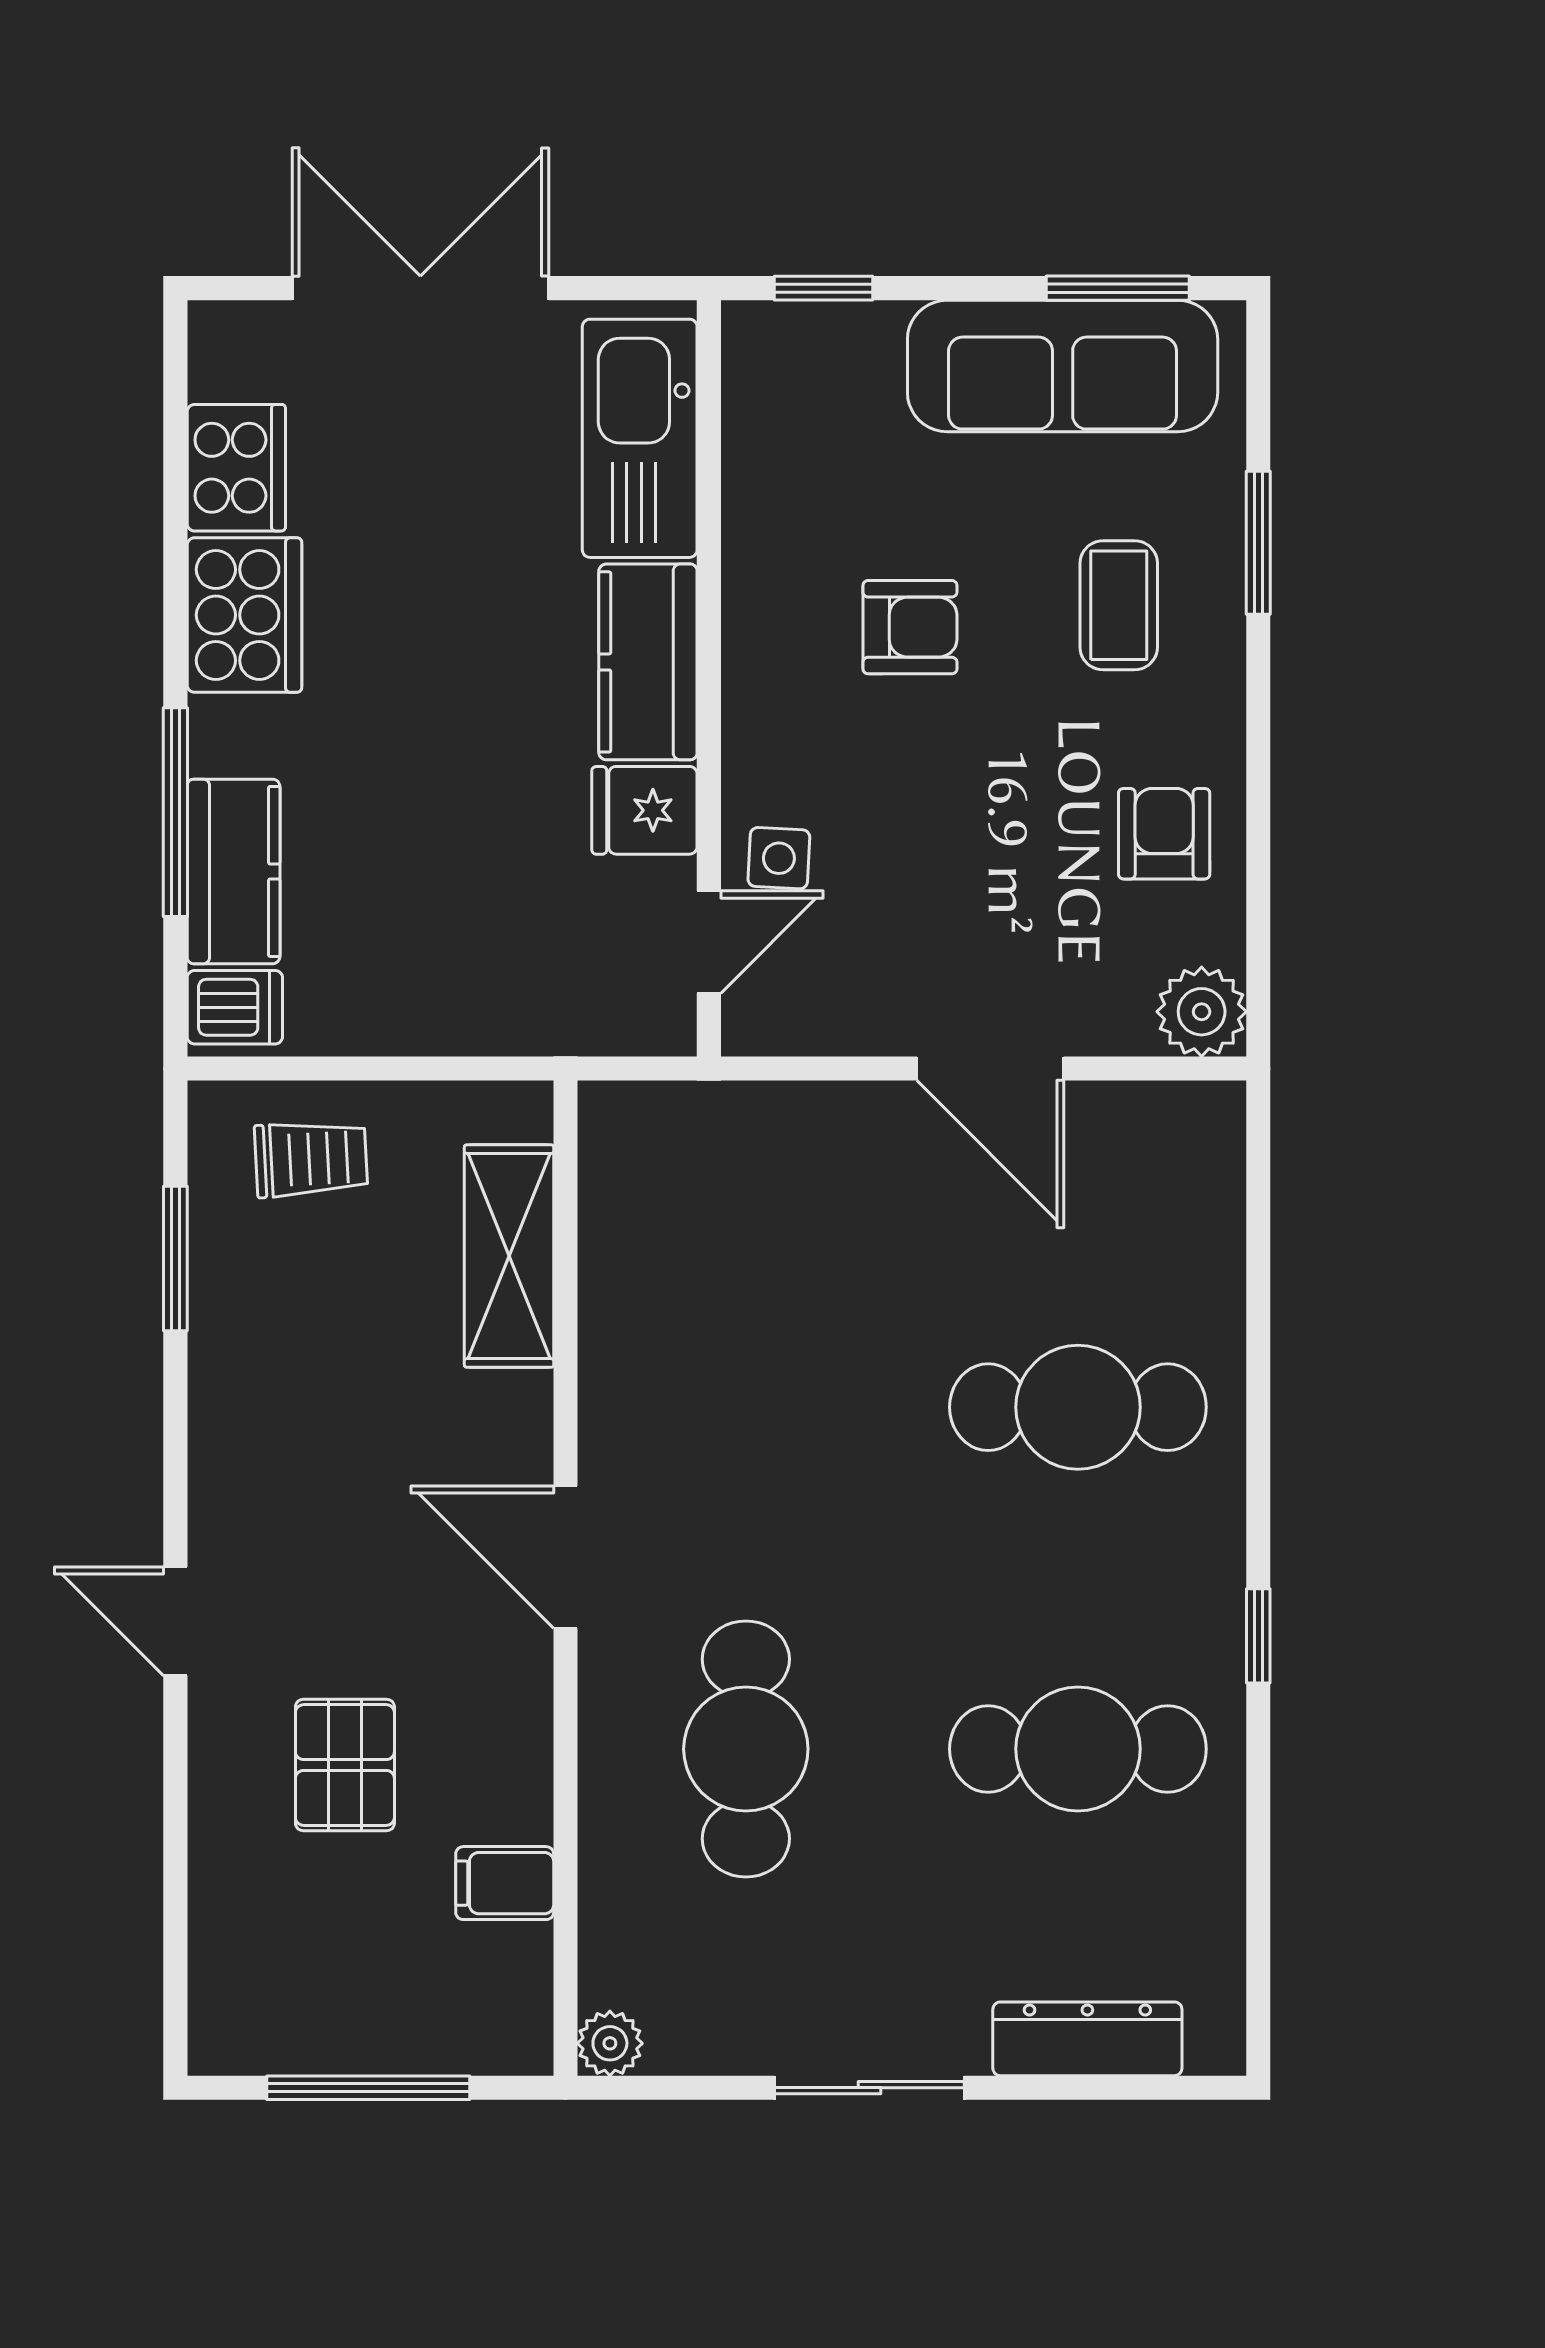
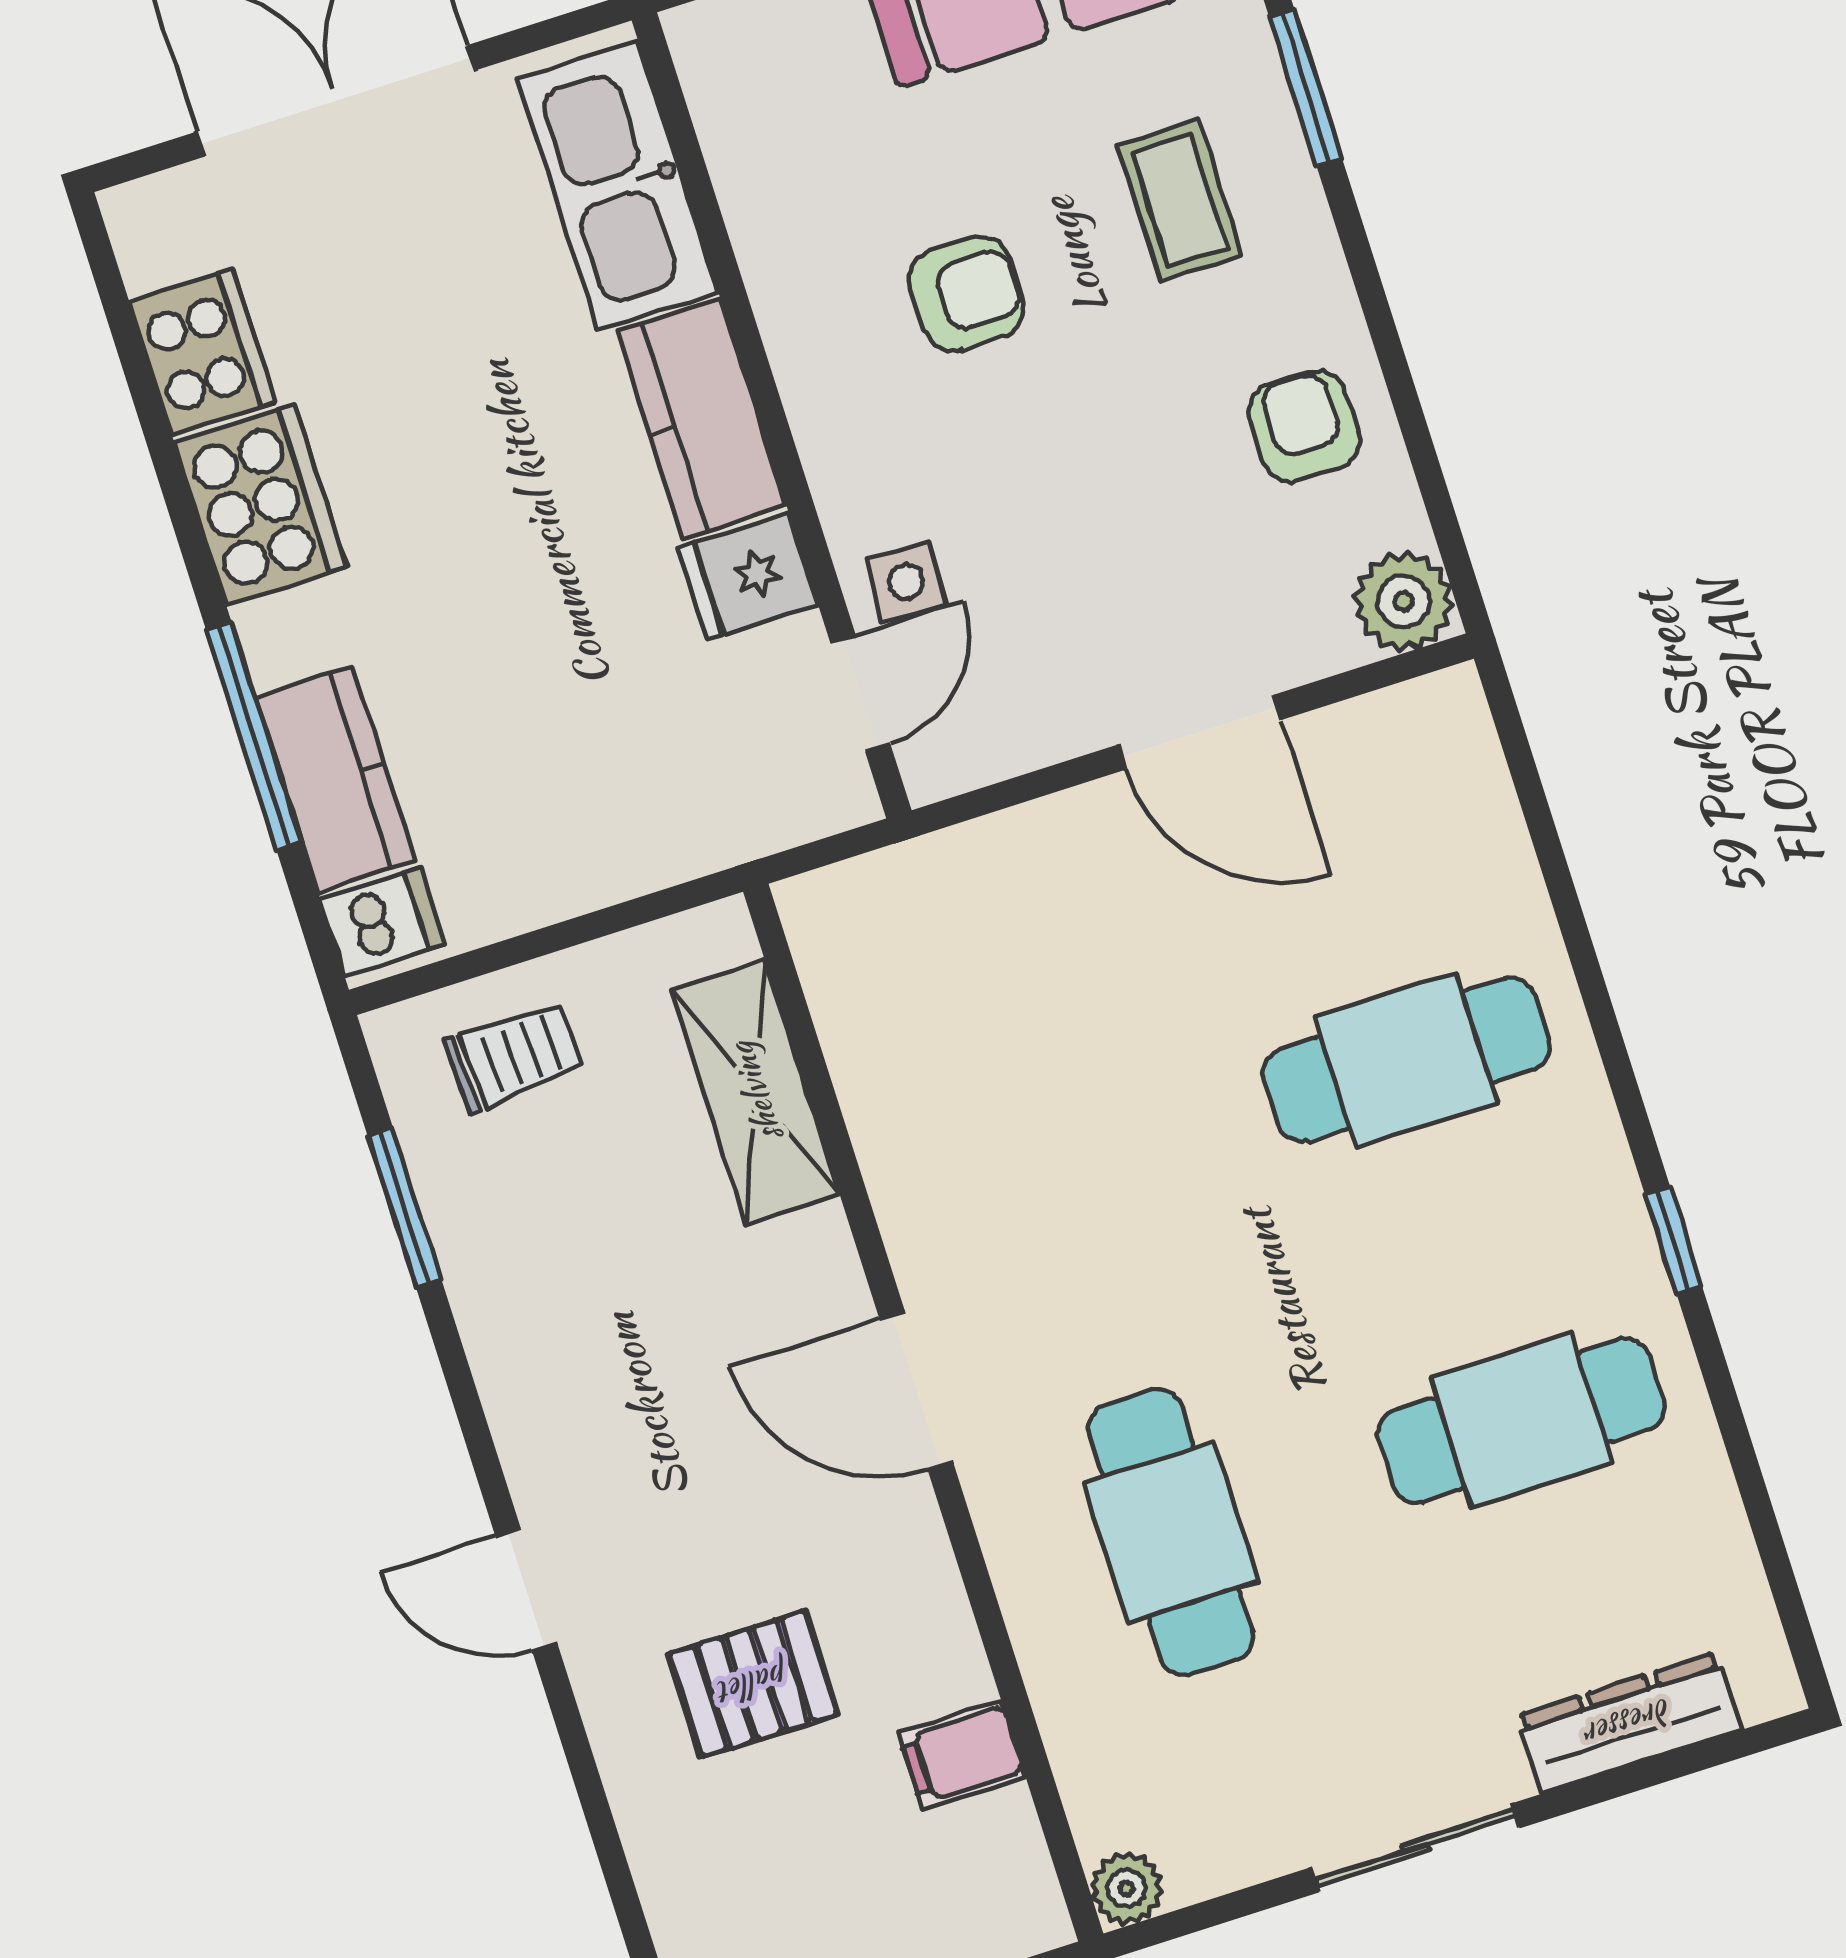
pallet: (345, 1765) -> (754, 1684), turned 90

